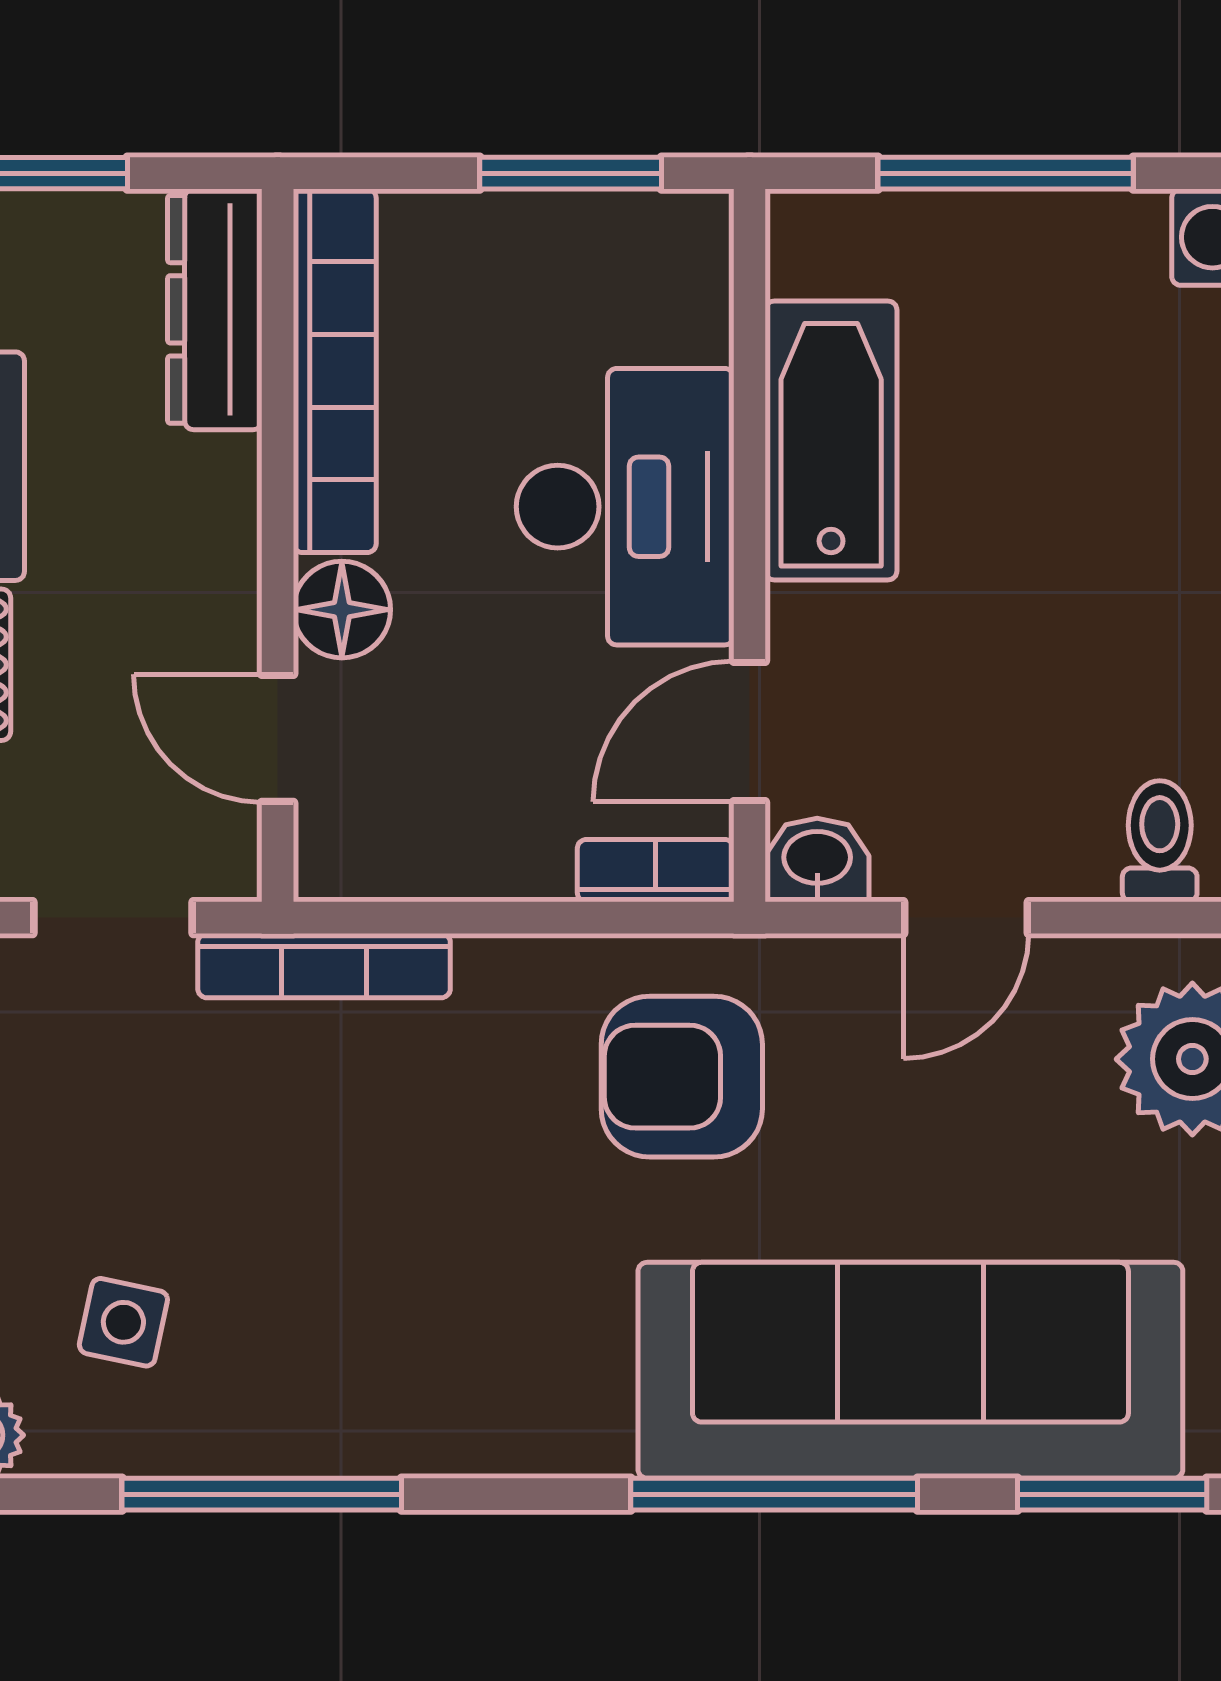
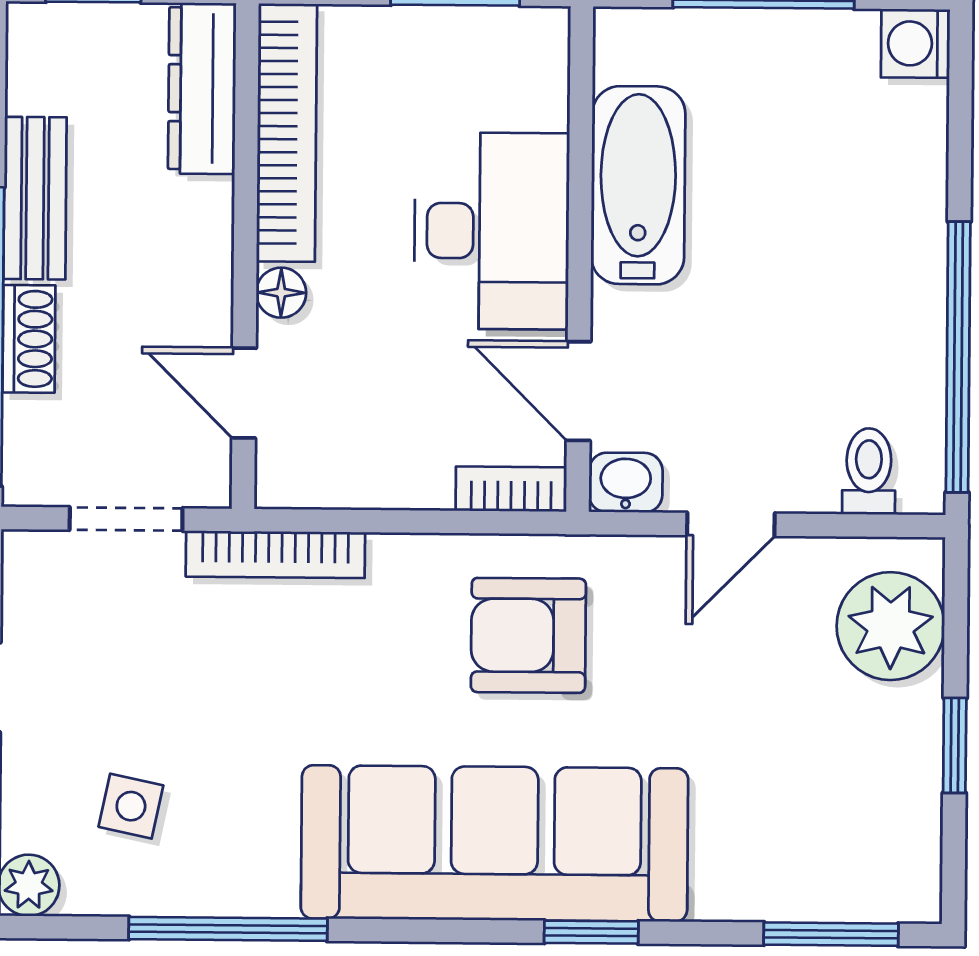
floor lamp: (342, 610) -> (281, 293), width x0.73, depth x0.73
door: (750, 732) -> (579, 391), hinge flipped
sofa: (910, 1370) -> (494, 843), moved
window: (774, 1494) -> (591, 932), width x0.46

